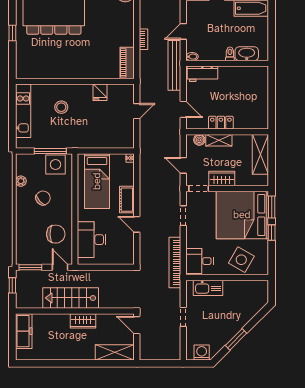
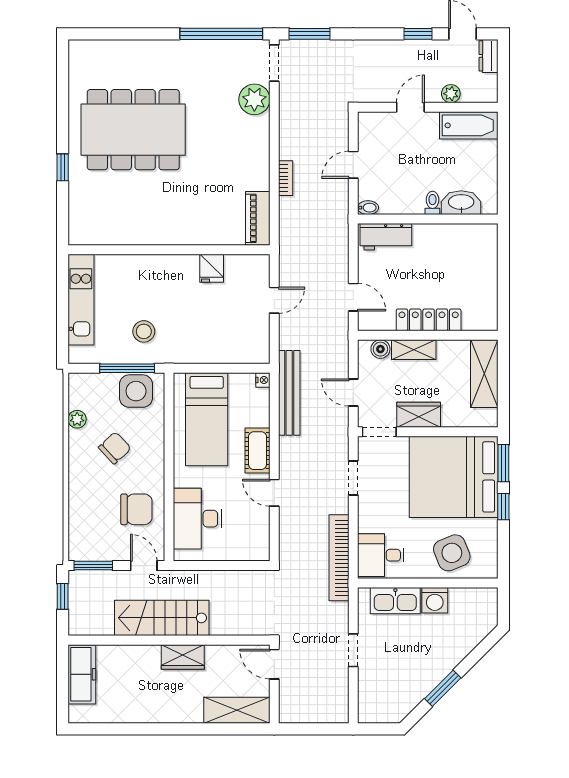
bench: (174, 65) -> (289, 393), moved
stool: (61, 107) -> (144, 331), moved
locker: (221, 123) -> (429, 320), width x1.53
side table: (241, 260) -> (452, 553), turned 38
washing machine: (202, 353) -> (435, 600), moved, turned 180

